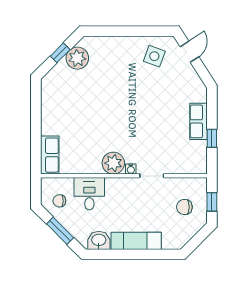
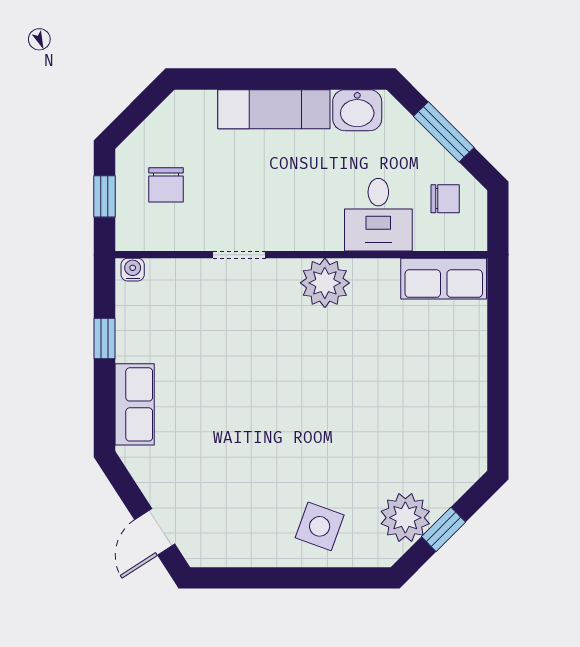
side table: (154, 56) -> (320, 526), moved
row of seats: (199, 121) -> (135, 404), moved
row of seats: (50, 155) -> (444, 279), moved, turned -90
water cooler: (131, 169) -> (133, 270), moved
chair: (184, 207) -> (166, 185), turned 90

